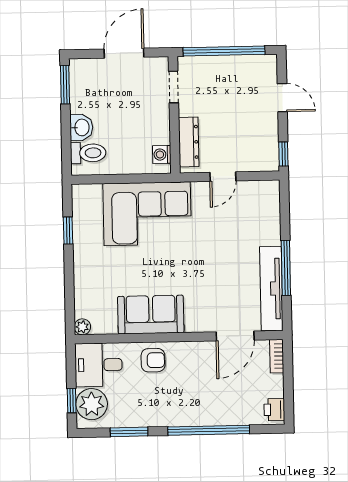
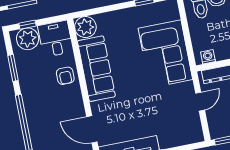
door: (223, 177) -> (200, 102), swing flipped
sofa: (151, 315) -> (96, 69), width x1.36
plant: (82, 327) -> (85, 27), width x1.88, depth x1.88

